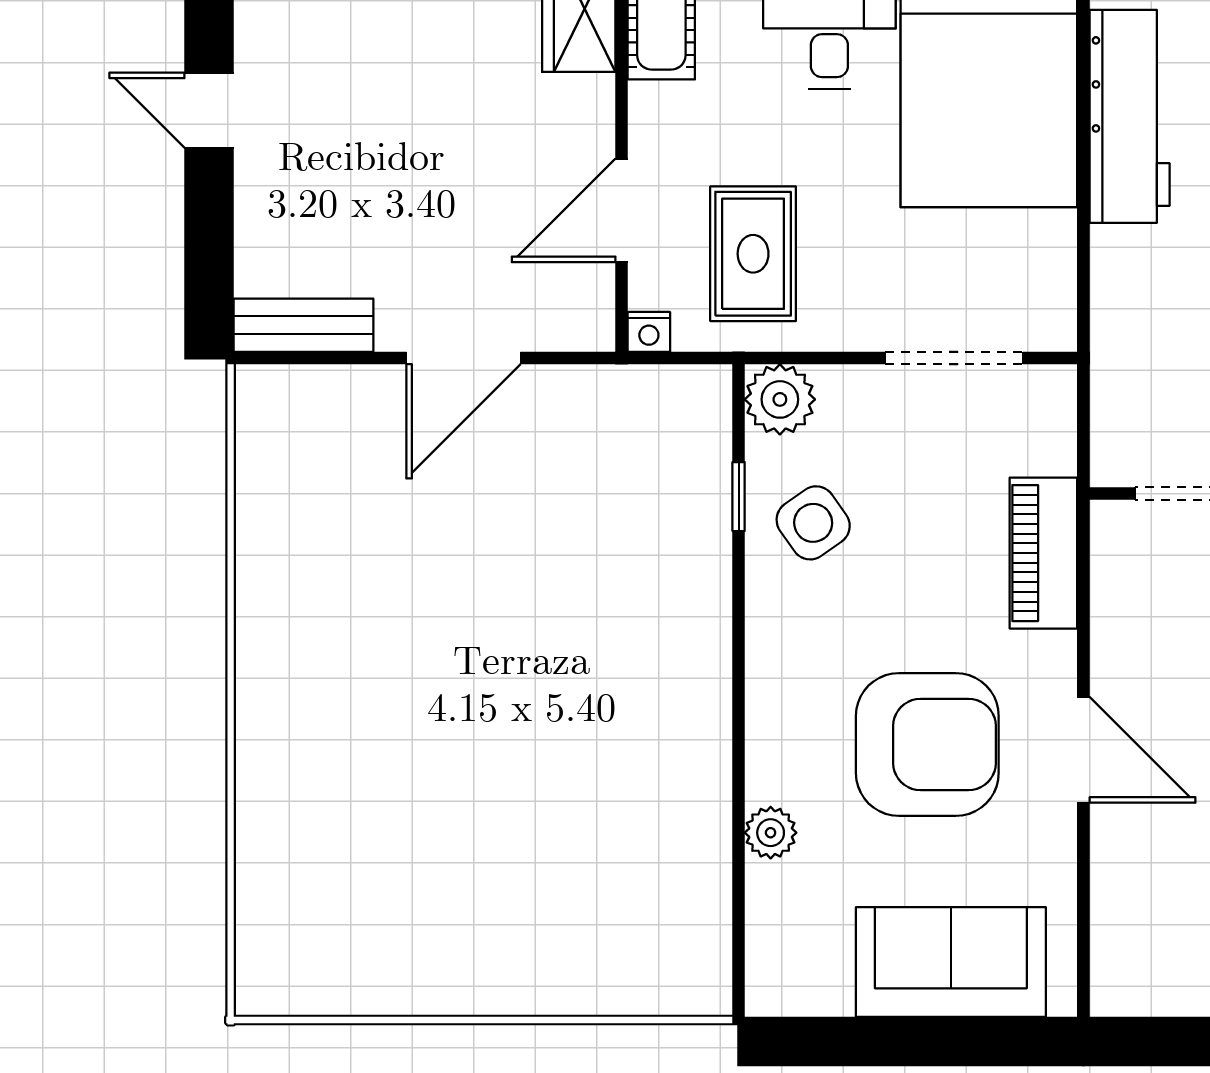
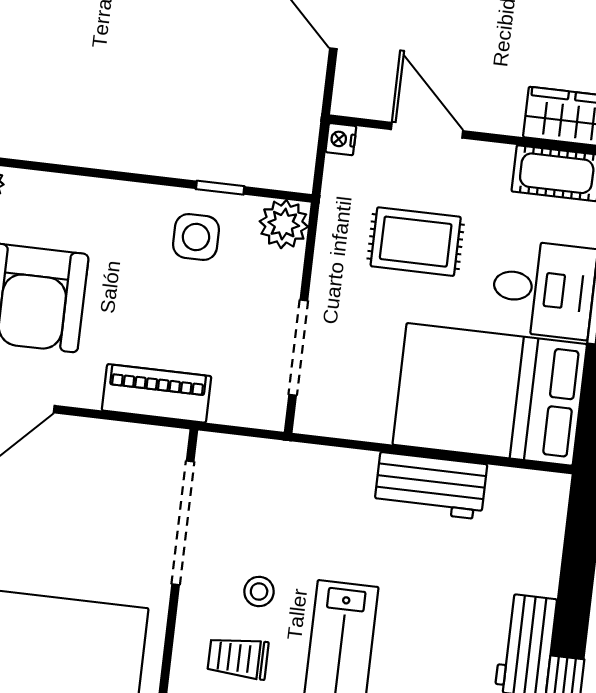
workbench: (1130, 116) -> (431, 486), width x0.73
rug: (753, 254) -> (416, 242), moved
side table: (813, 523) -> (196, 237), turned 35

